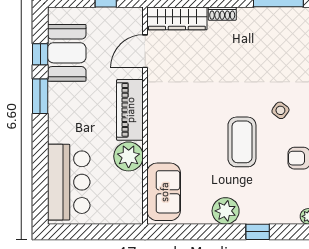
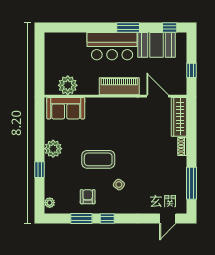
window: (40, 54) -> (170, 27), moved
plant: (129, 156) -> (68, 85), moved
bar counter: (69, 182) -> (112, 46), moved

